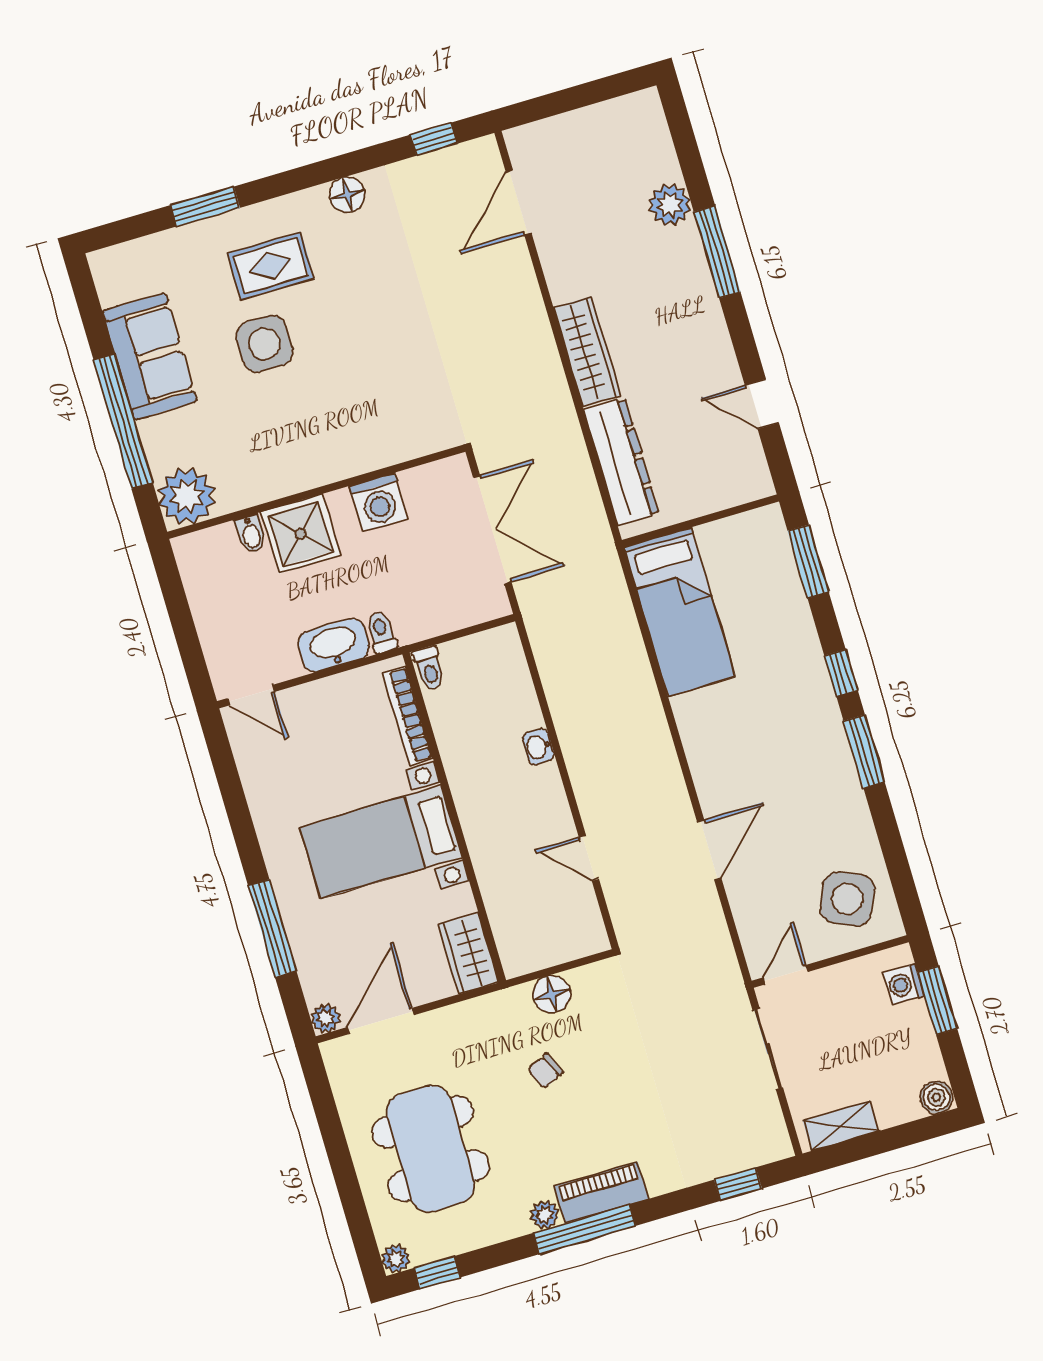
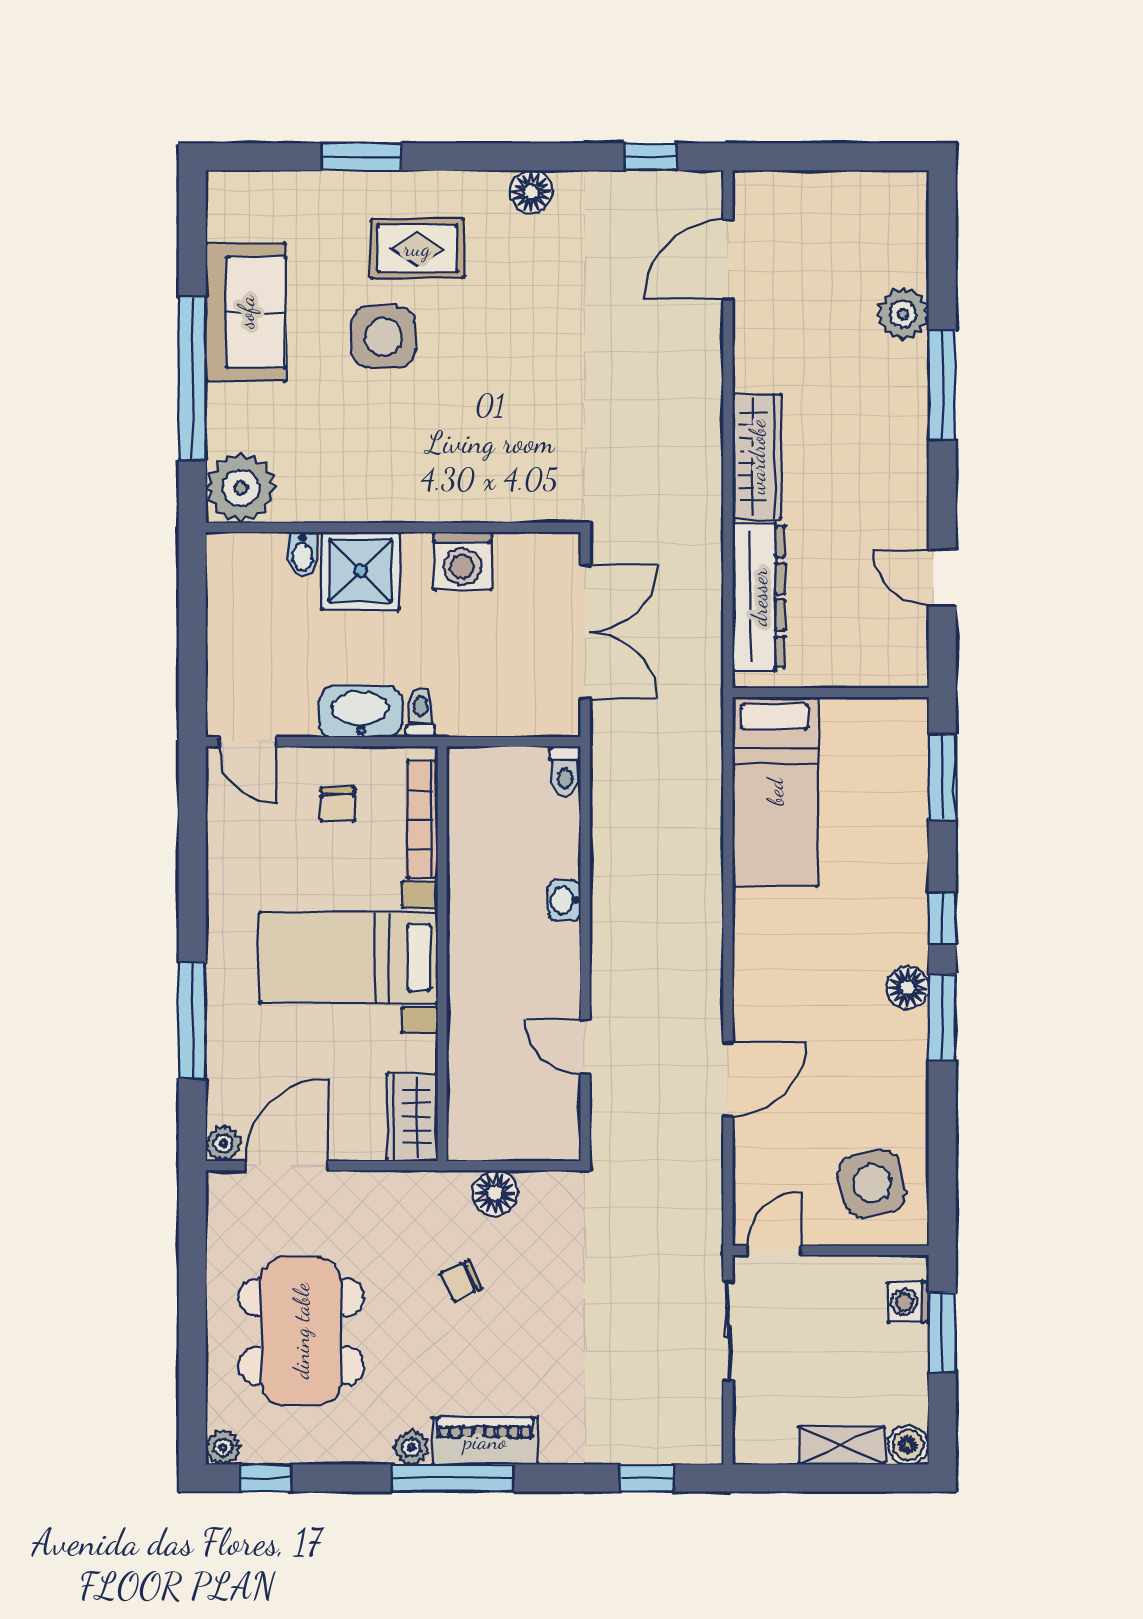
toilet: (429, 668) -> (565, 772), moved
chair: (337, 723) -> (338, 804), added
floor lamp: (830, 736) -> (907, 988), added
side table: (847, 899) -> (872, 1183), turned -37
shelving: (841, 1126) -> (842, 1445), moved

